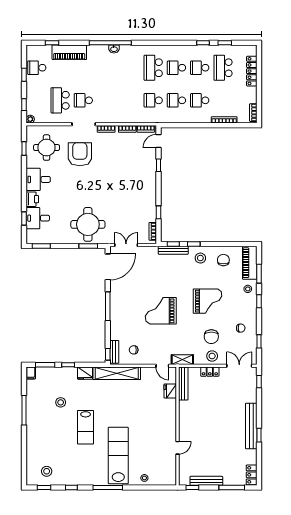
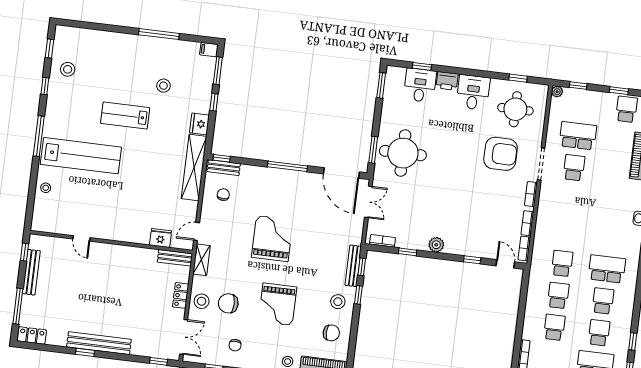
plant: (151, 192) -> (436, 245), added
bench: (183, 383) -> (175, 258), width x0.73
stool: (47, 471) -> (68, 69), moved

